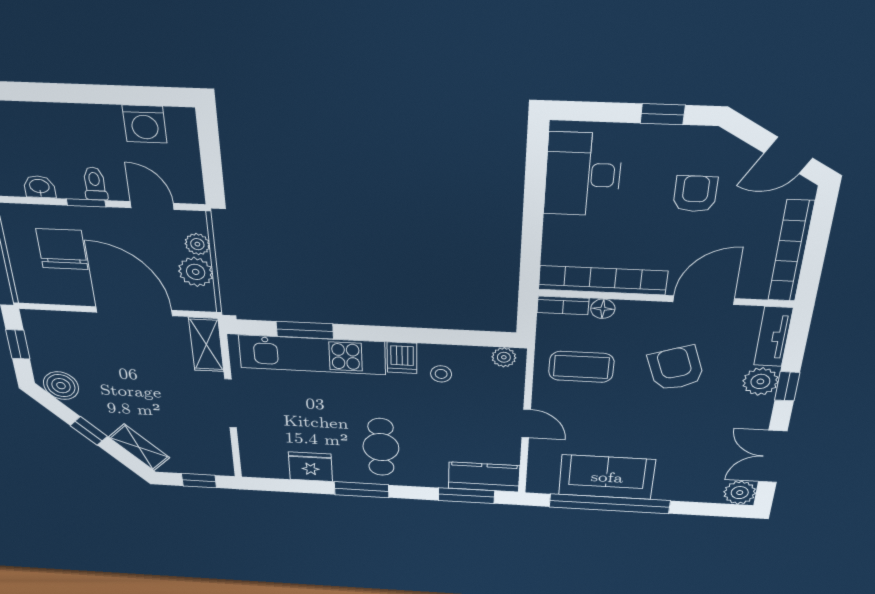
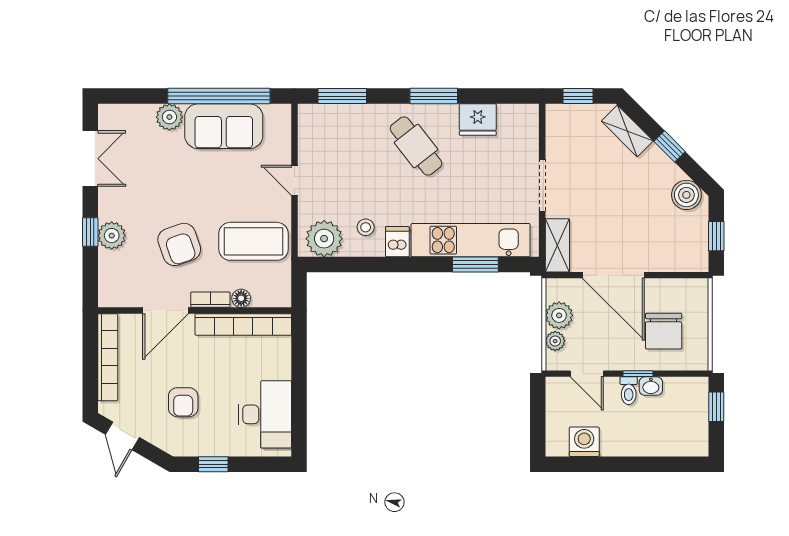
door: (788, 155) -> (122, 436), swing flipped
washbasin: (39, 187) -> (651, 386), moved
bookcase: (563, 305) -> (210, 300), moved
tv unit: (773, 337) -> (108, 279), removed
plant: (504, 357) -> (324, 239), width x1.88, depth x1.88
coffee table: (581, 367) -> (254, 241), width x1.36, depth x1.32
cafe table: (381, 447) -> (416, 146), turned -38
kitchen counter: (484, 477) -> (328, 119), removed
plant: (740, 493) -> (169, 117), moved

